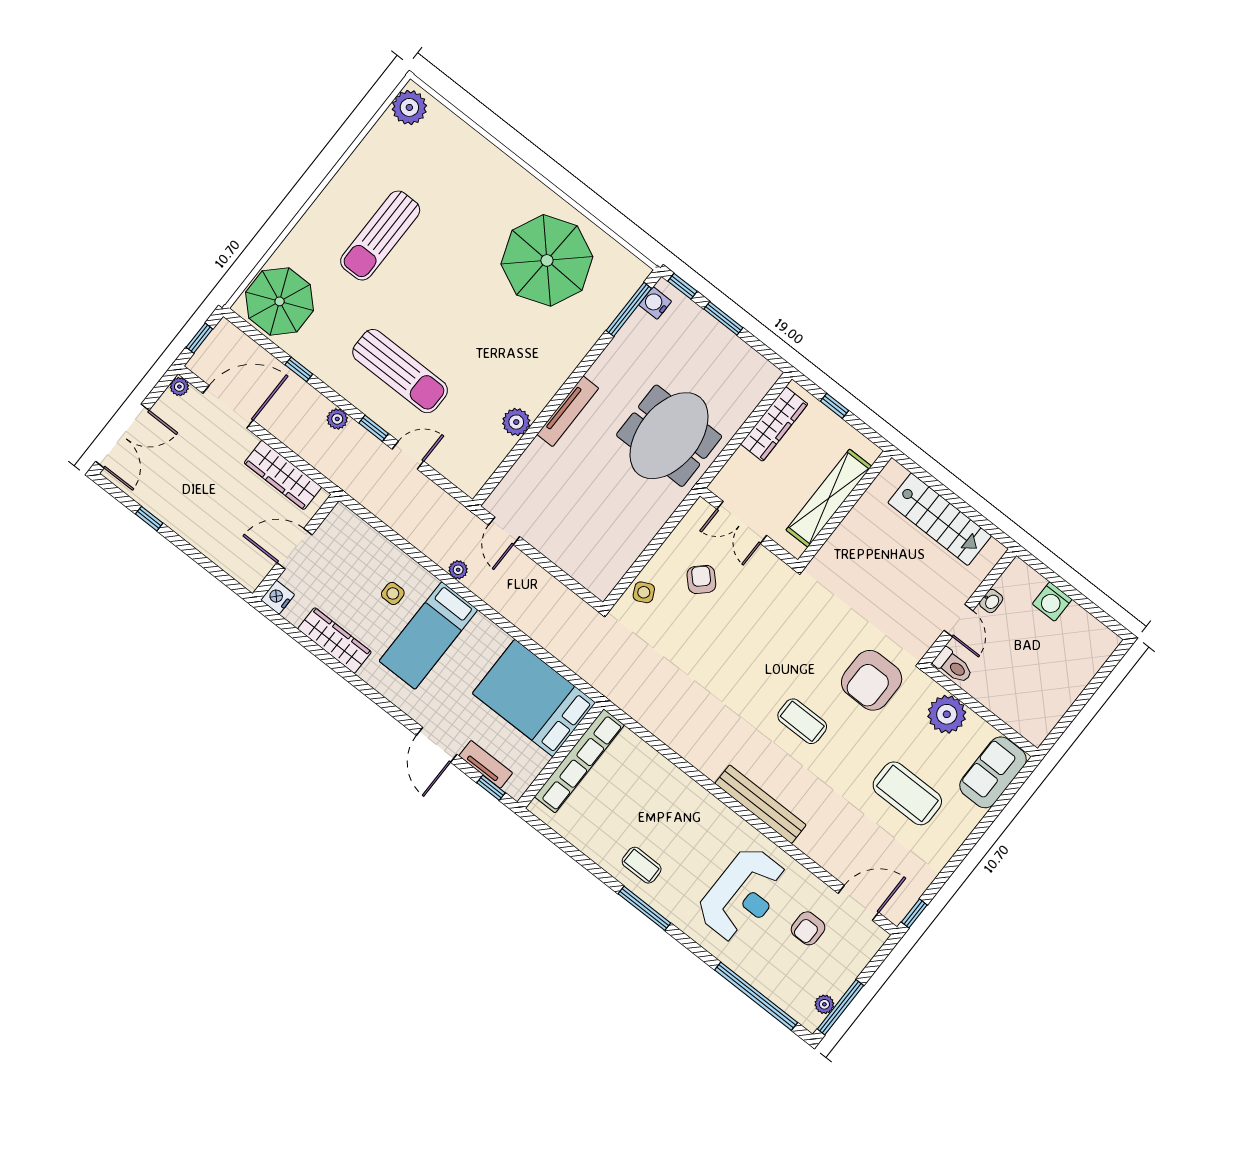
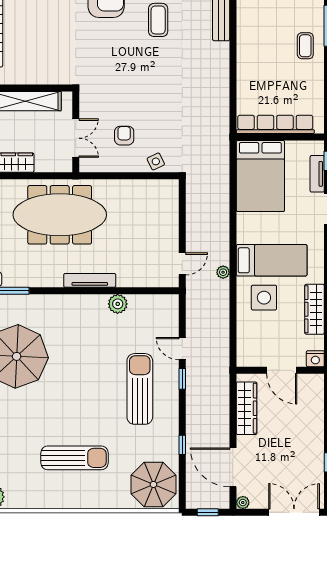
plant: (337, 419) -> (193, 403), removed
meeting table: (669, 436) -> (60, 215), width x1.36
armchair: (701, 580) -> (124, 136), turned 134
side table: (393, 593) -> (264, 298), width x1.87, depth x1.87

